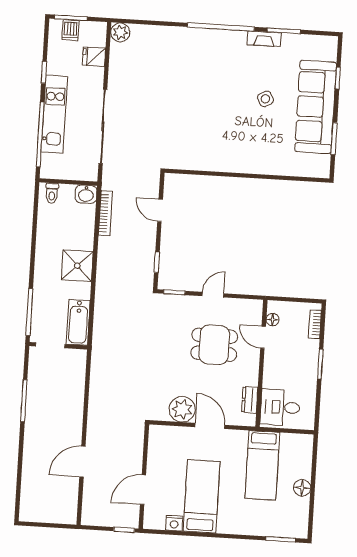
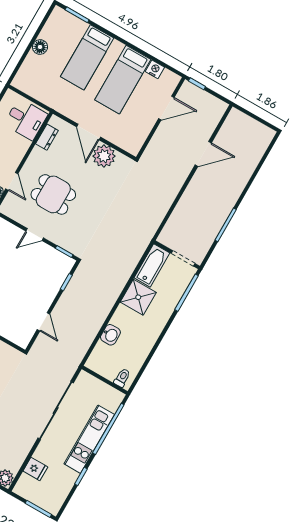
dishwasher: (70, 30) -> (43, 499), removed
washbasin: (86, 194) -> (110, 335), moved, turned 90
bookcase: (105, 213) -> (88, 341), removed
shower: (77, 266) -> (138, 297), moved
bed: (262, 465) -> (87, 57), moved, turned 180

